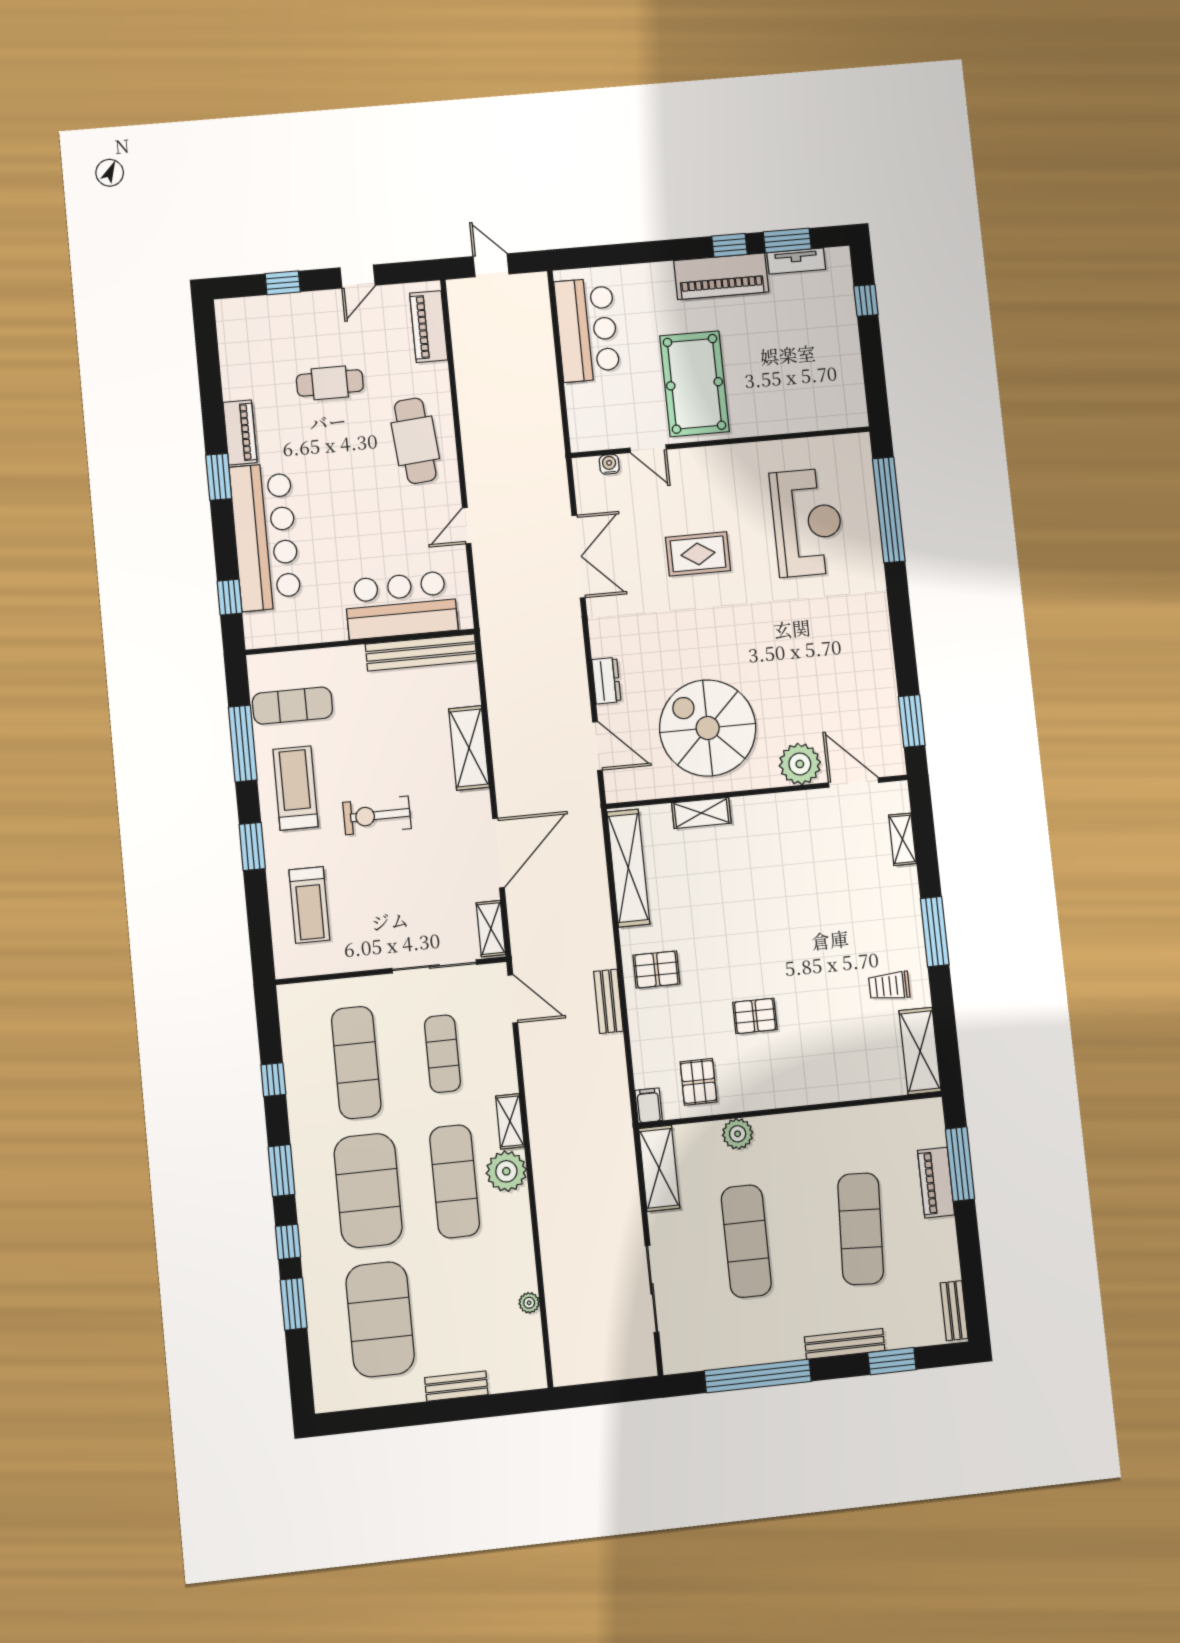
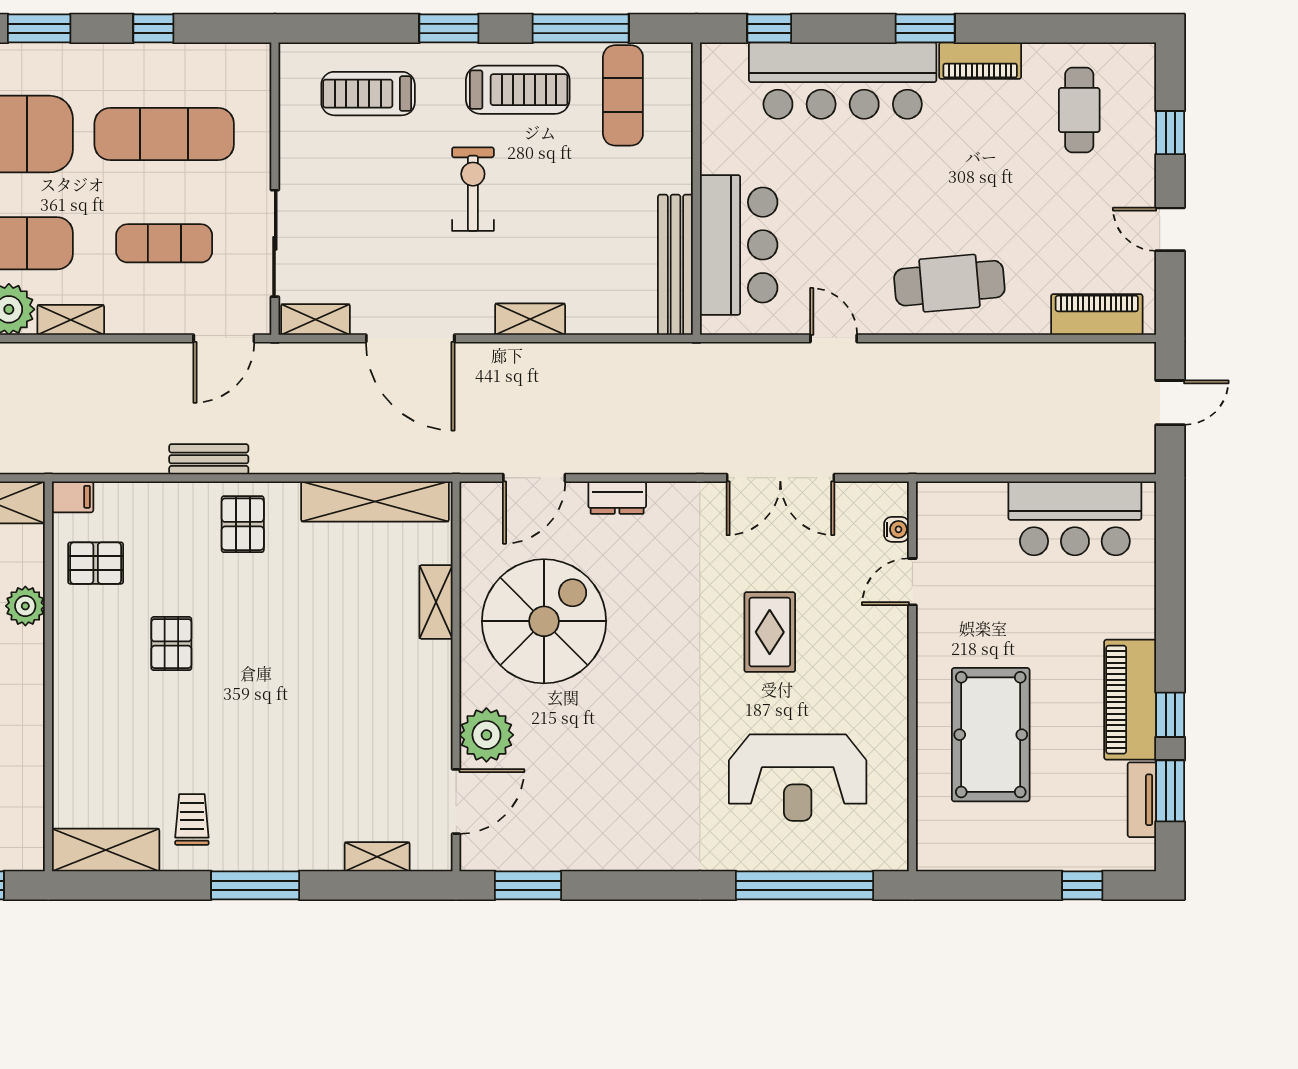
cafe table: (330, 383) -> (1079, 110), moved
pool table: (694, 384) -> (991, 735), moved, turned 90
shelving: (469, 748) -> (530, 319), width x0.67, depth x0.75

